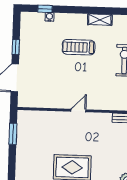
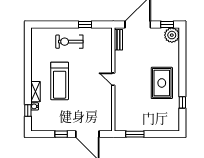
shelving: (100, 20) -> (36, 92), moved
treadmill: (79, 47) -> (60, 81), width x1.37, depth x1.38

